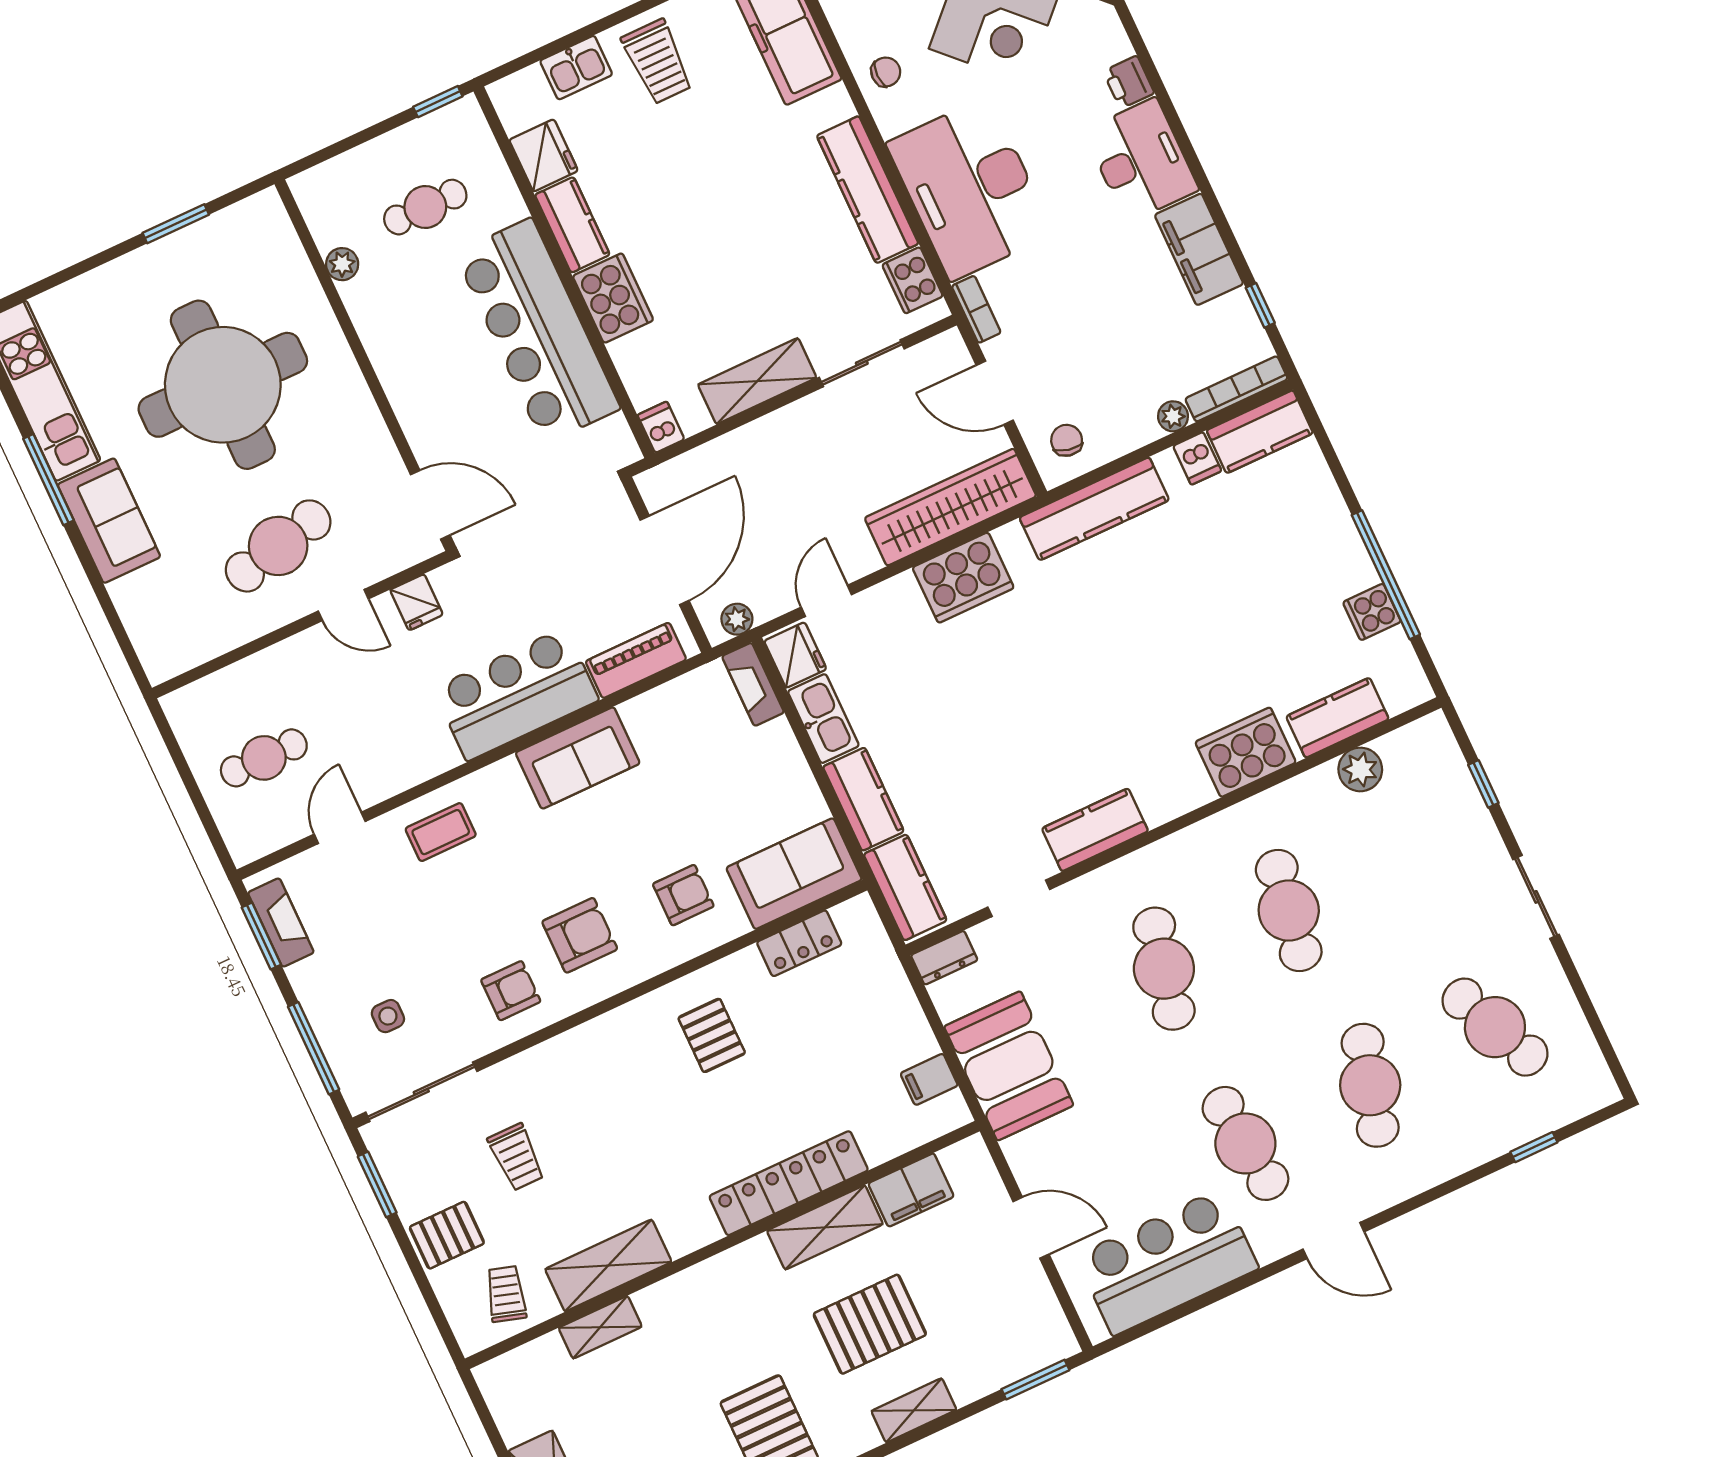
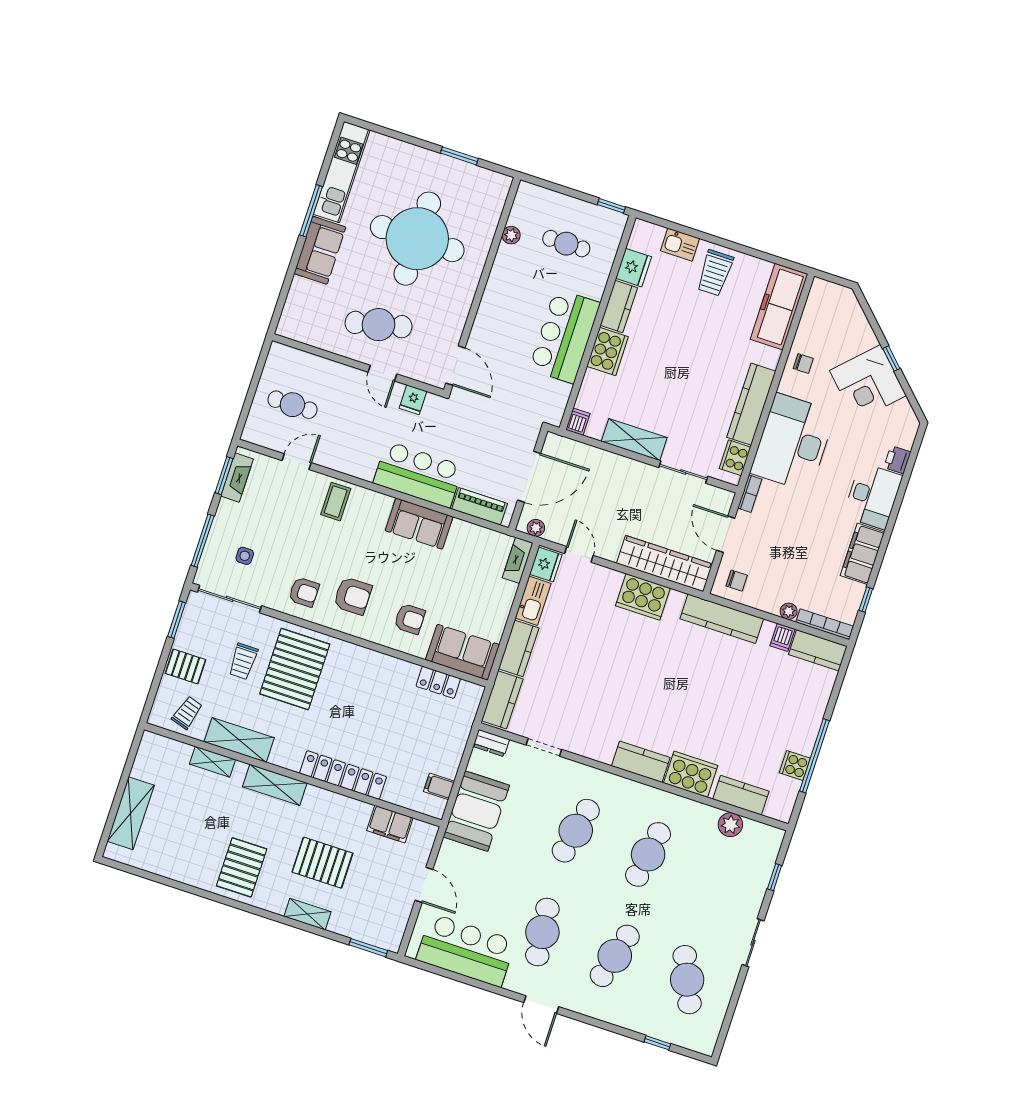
bar counter: (538, 331) -> (565, 336), width x0.73
chair: (1067, 440) -> (737, 581), turned 78
door: (826, 601) -> (579, 554), hinge flipped
kitchen counter: (1095, 830) -> (641, 762), moved
coffee table: (441, 832) -> (336, 502), turned 90
pallet: (712, 1035) -> (295, 669), moved, width x2.05, depth x2.00
shelving: (825, 1227) -> (275, 785), moved

